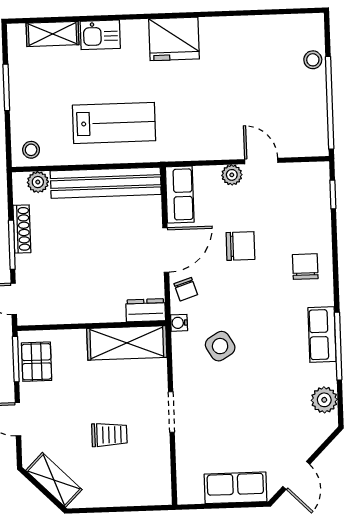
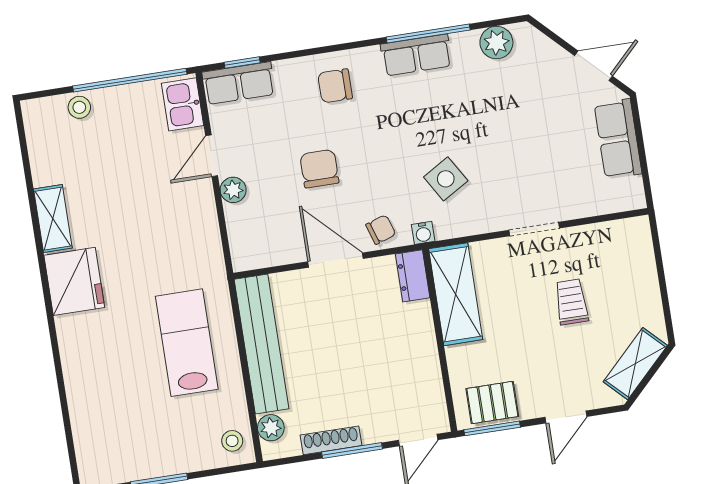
shelving: (53, 34) -> (53, 219), moved
kitchen sink: (100, 35) -> (183, 104), moved, turned 180
row of seats: (180, 194) -> (239, 83), moved, turned 180

